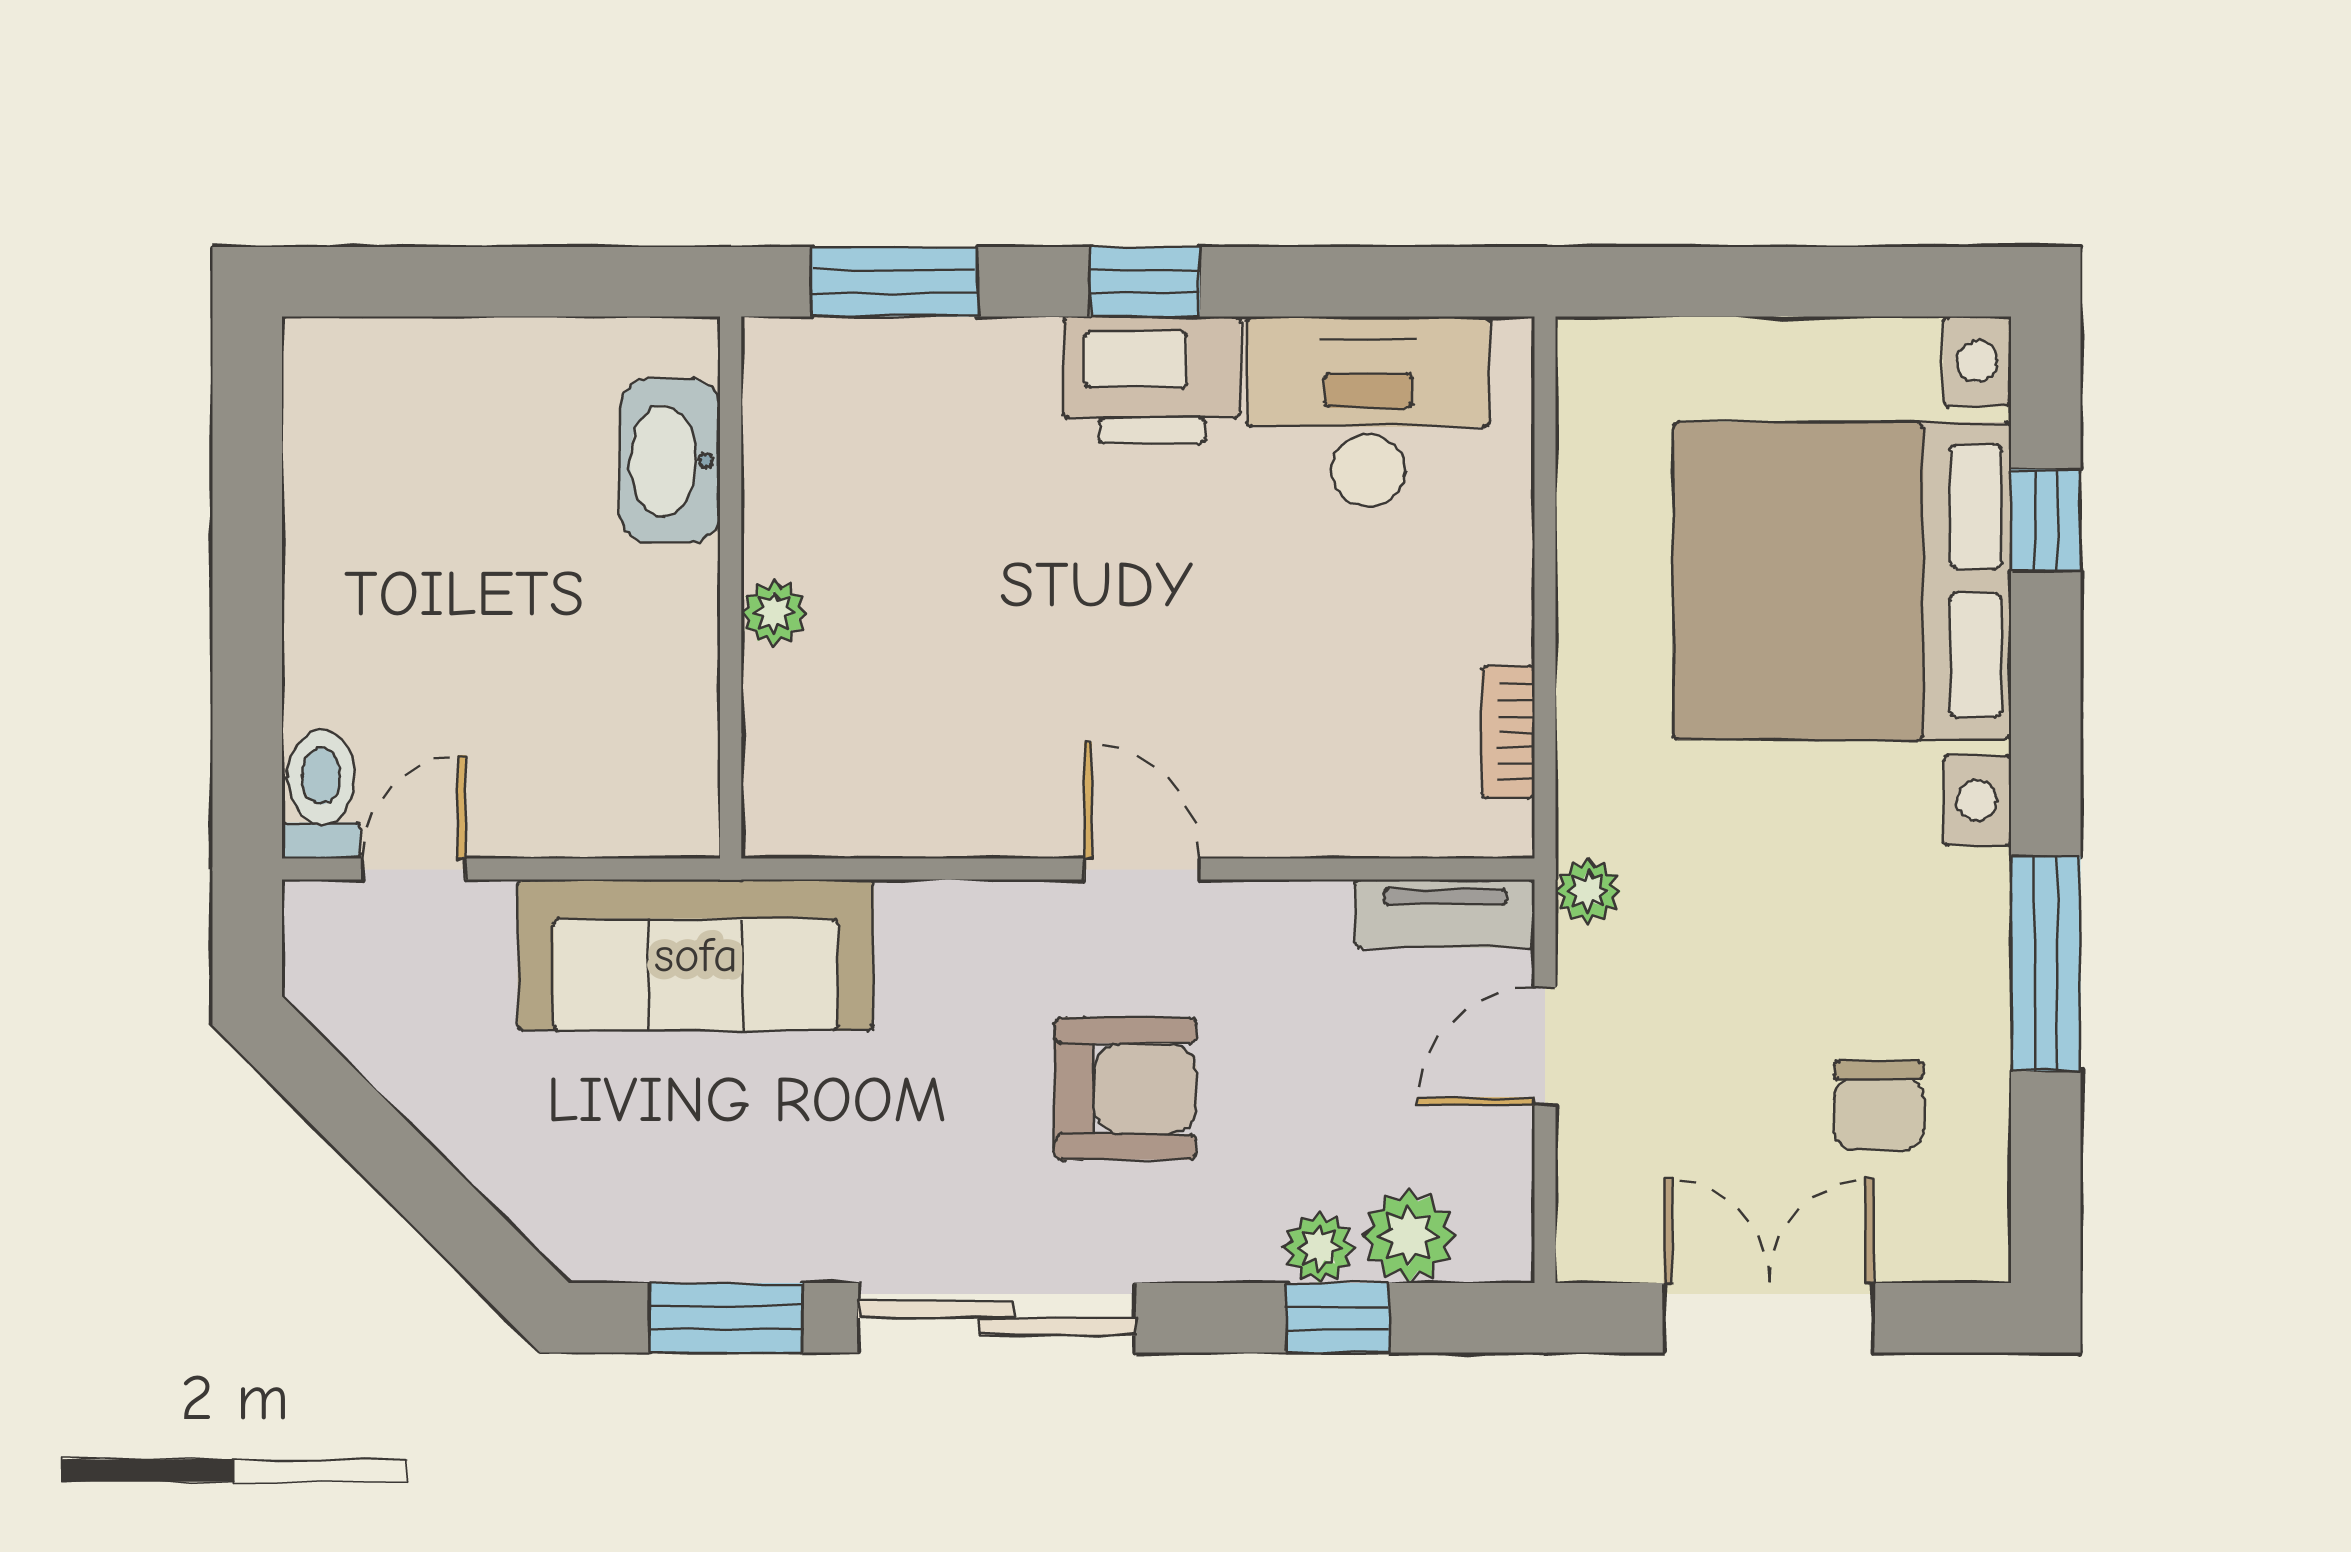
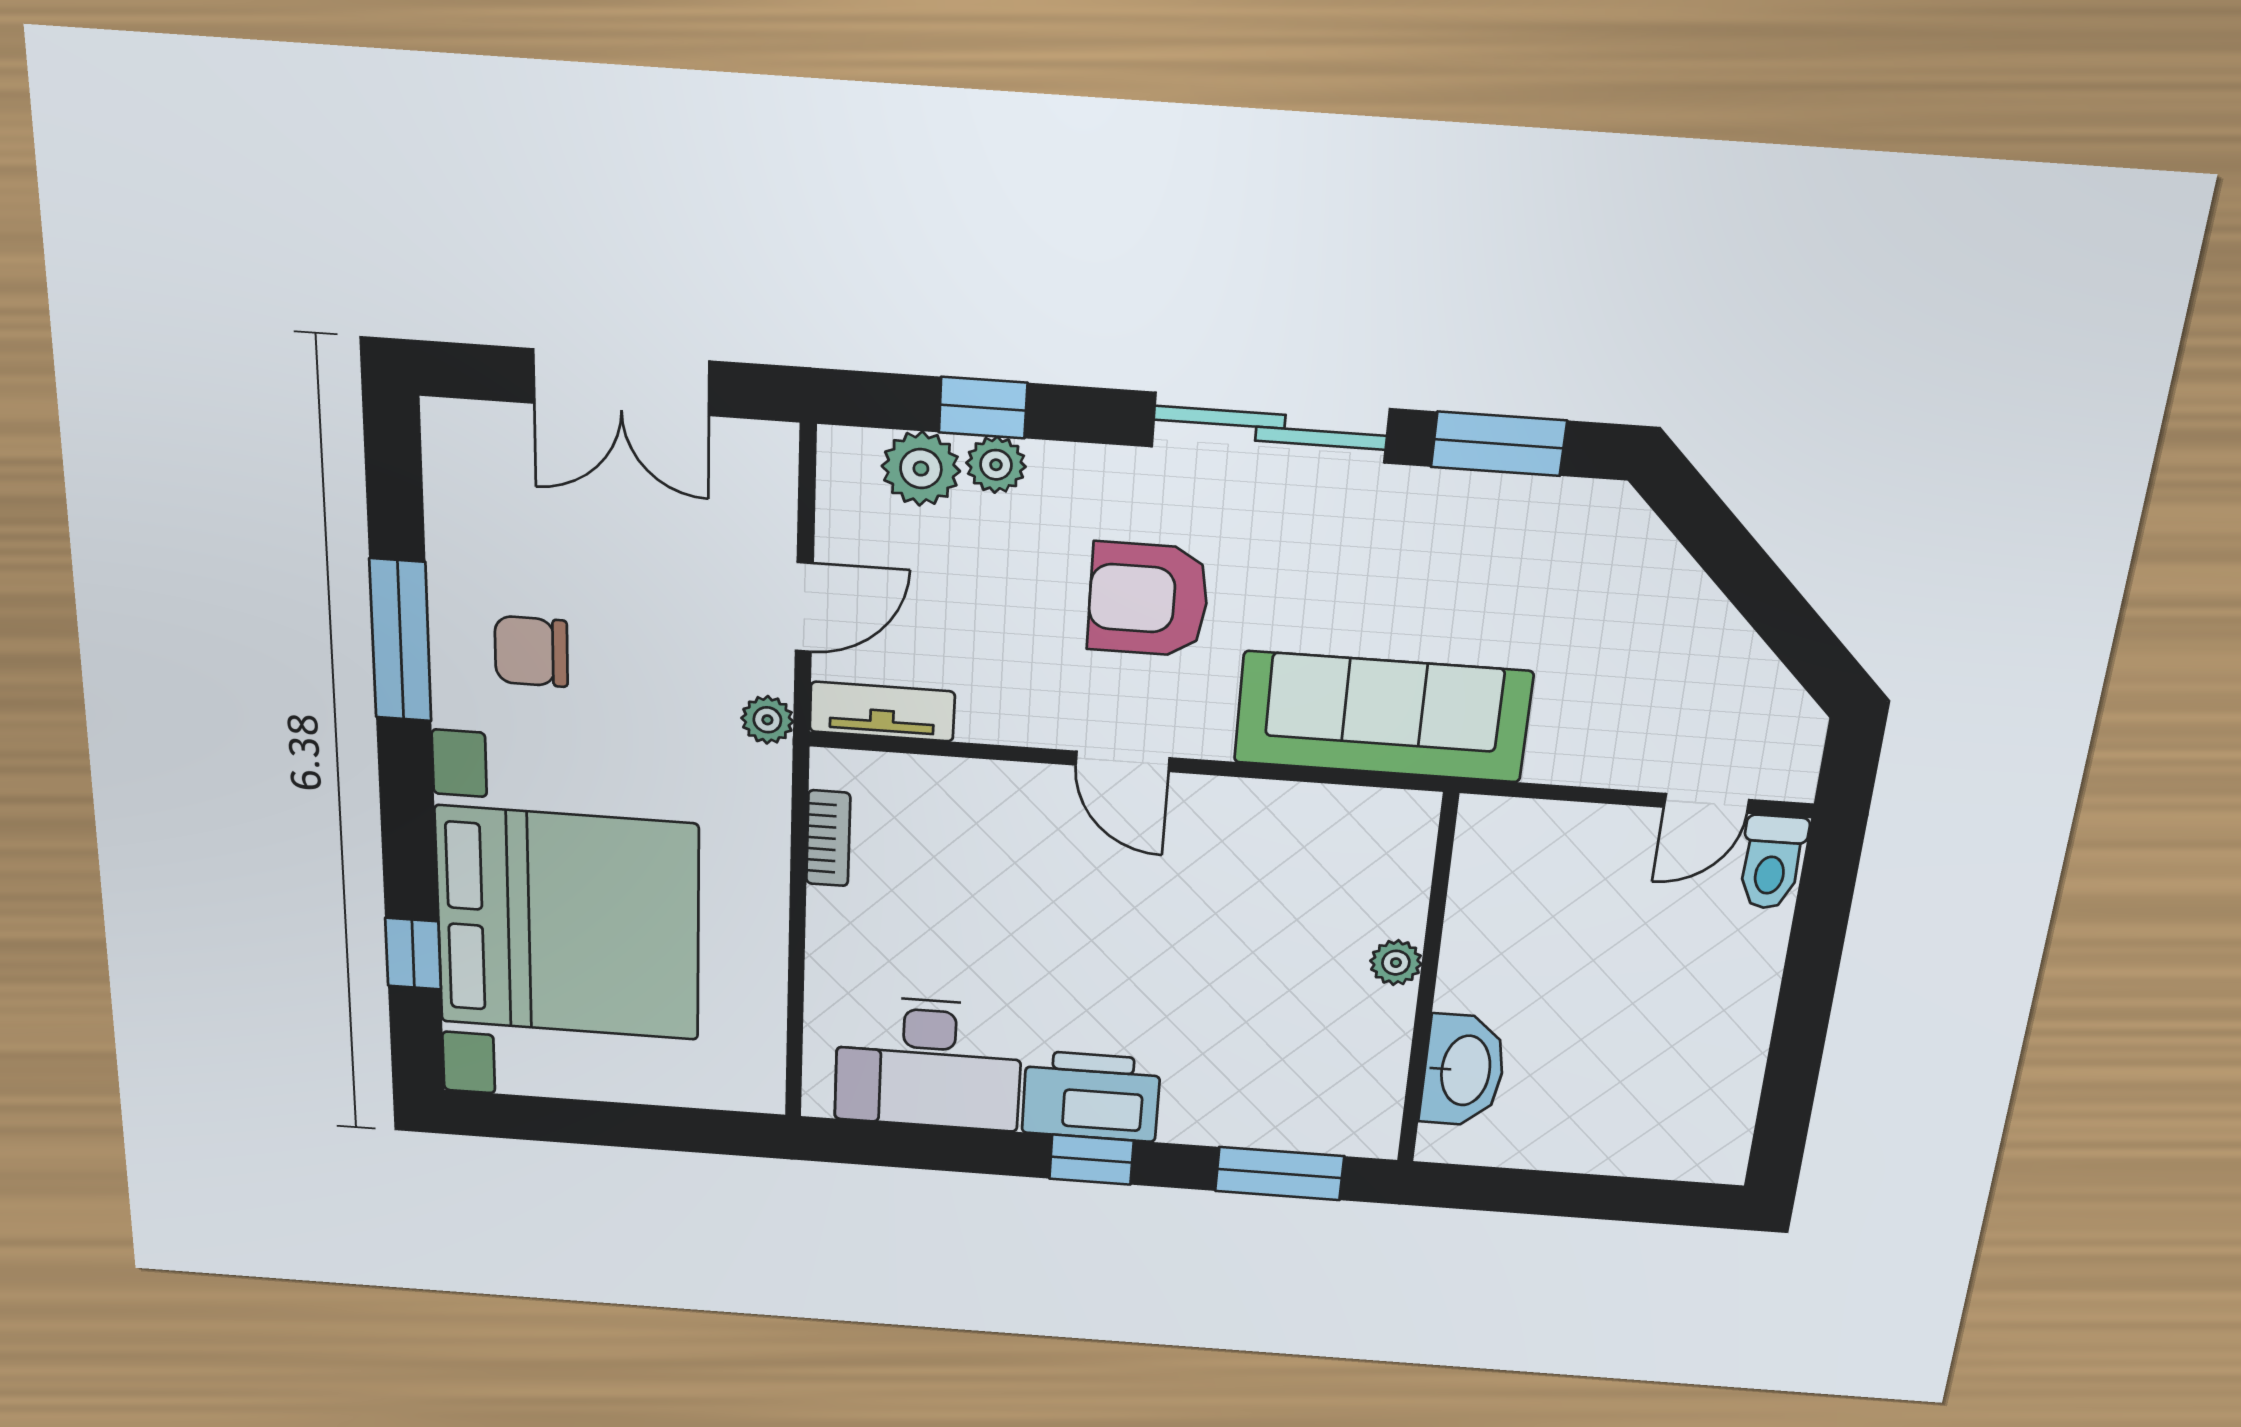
sofa: (696, 955) -> (1383, 717), moved
chair: (1879, 1106) -> (531, 651), moved, turned -90

